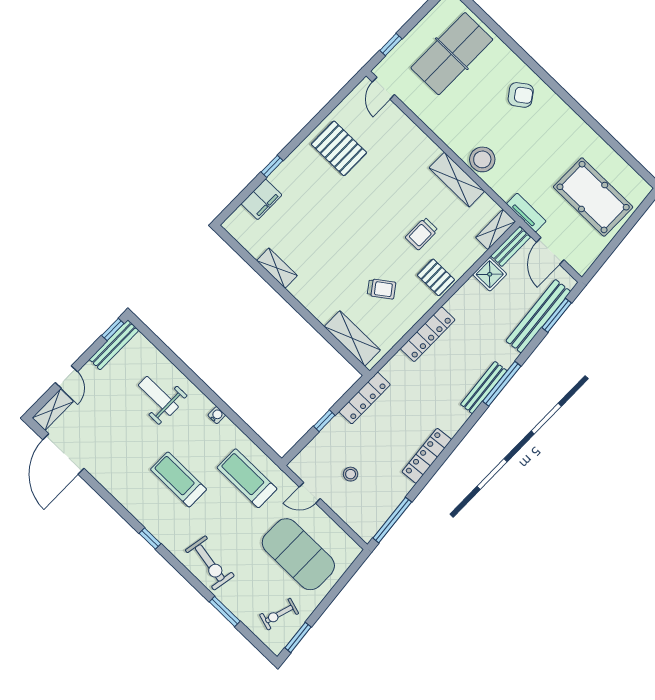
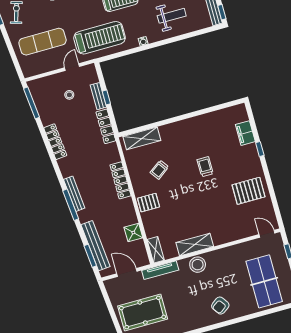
tv unit: (526, 213) -> (160, 270), width x1.41
trolley: (422, 234) -> (205, 167), moved
bench: (511, 247) -> (98, 96), moved
shelving: (277, 268) -> (203, 120), removed
treadmill: (247, 478) -> (100, 38), width x1.37, depth x1.38
exercise mat: (298, 554) -> (43, 42), width x0.68

